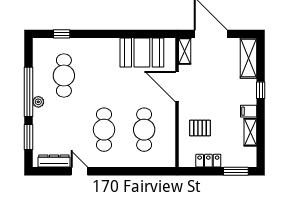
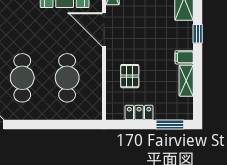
pallet: (200, 128) -> (130, 76), turned 90

